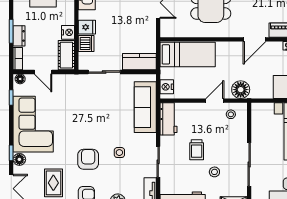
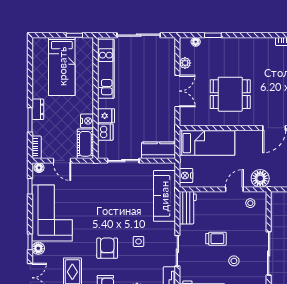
dresser: (19, 36) -> (38, 109), moved
trolley: (197, 150) -> (216, 239), turned -90

